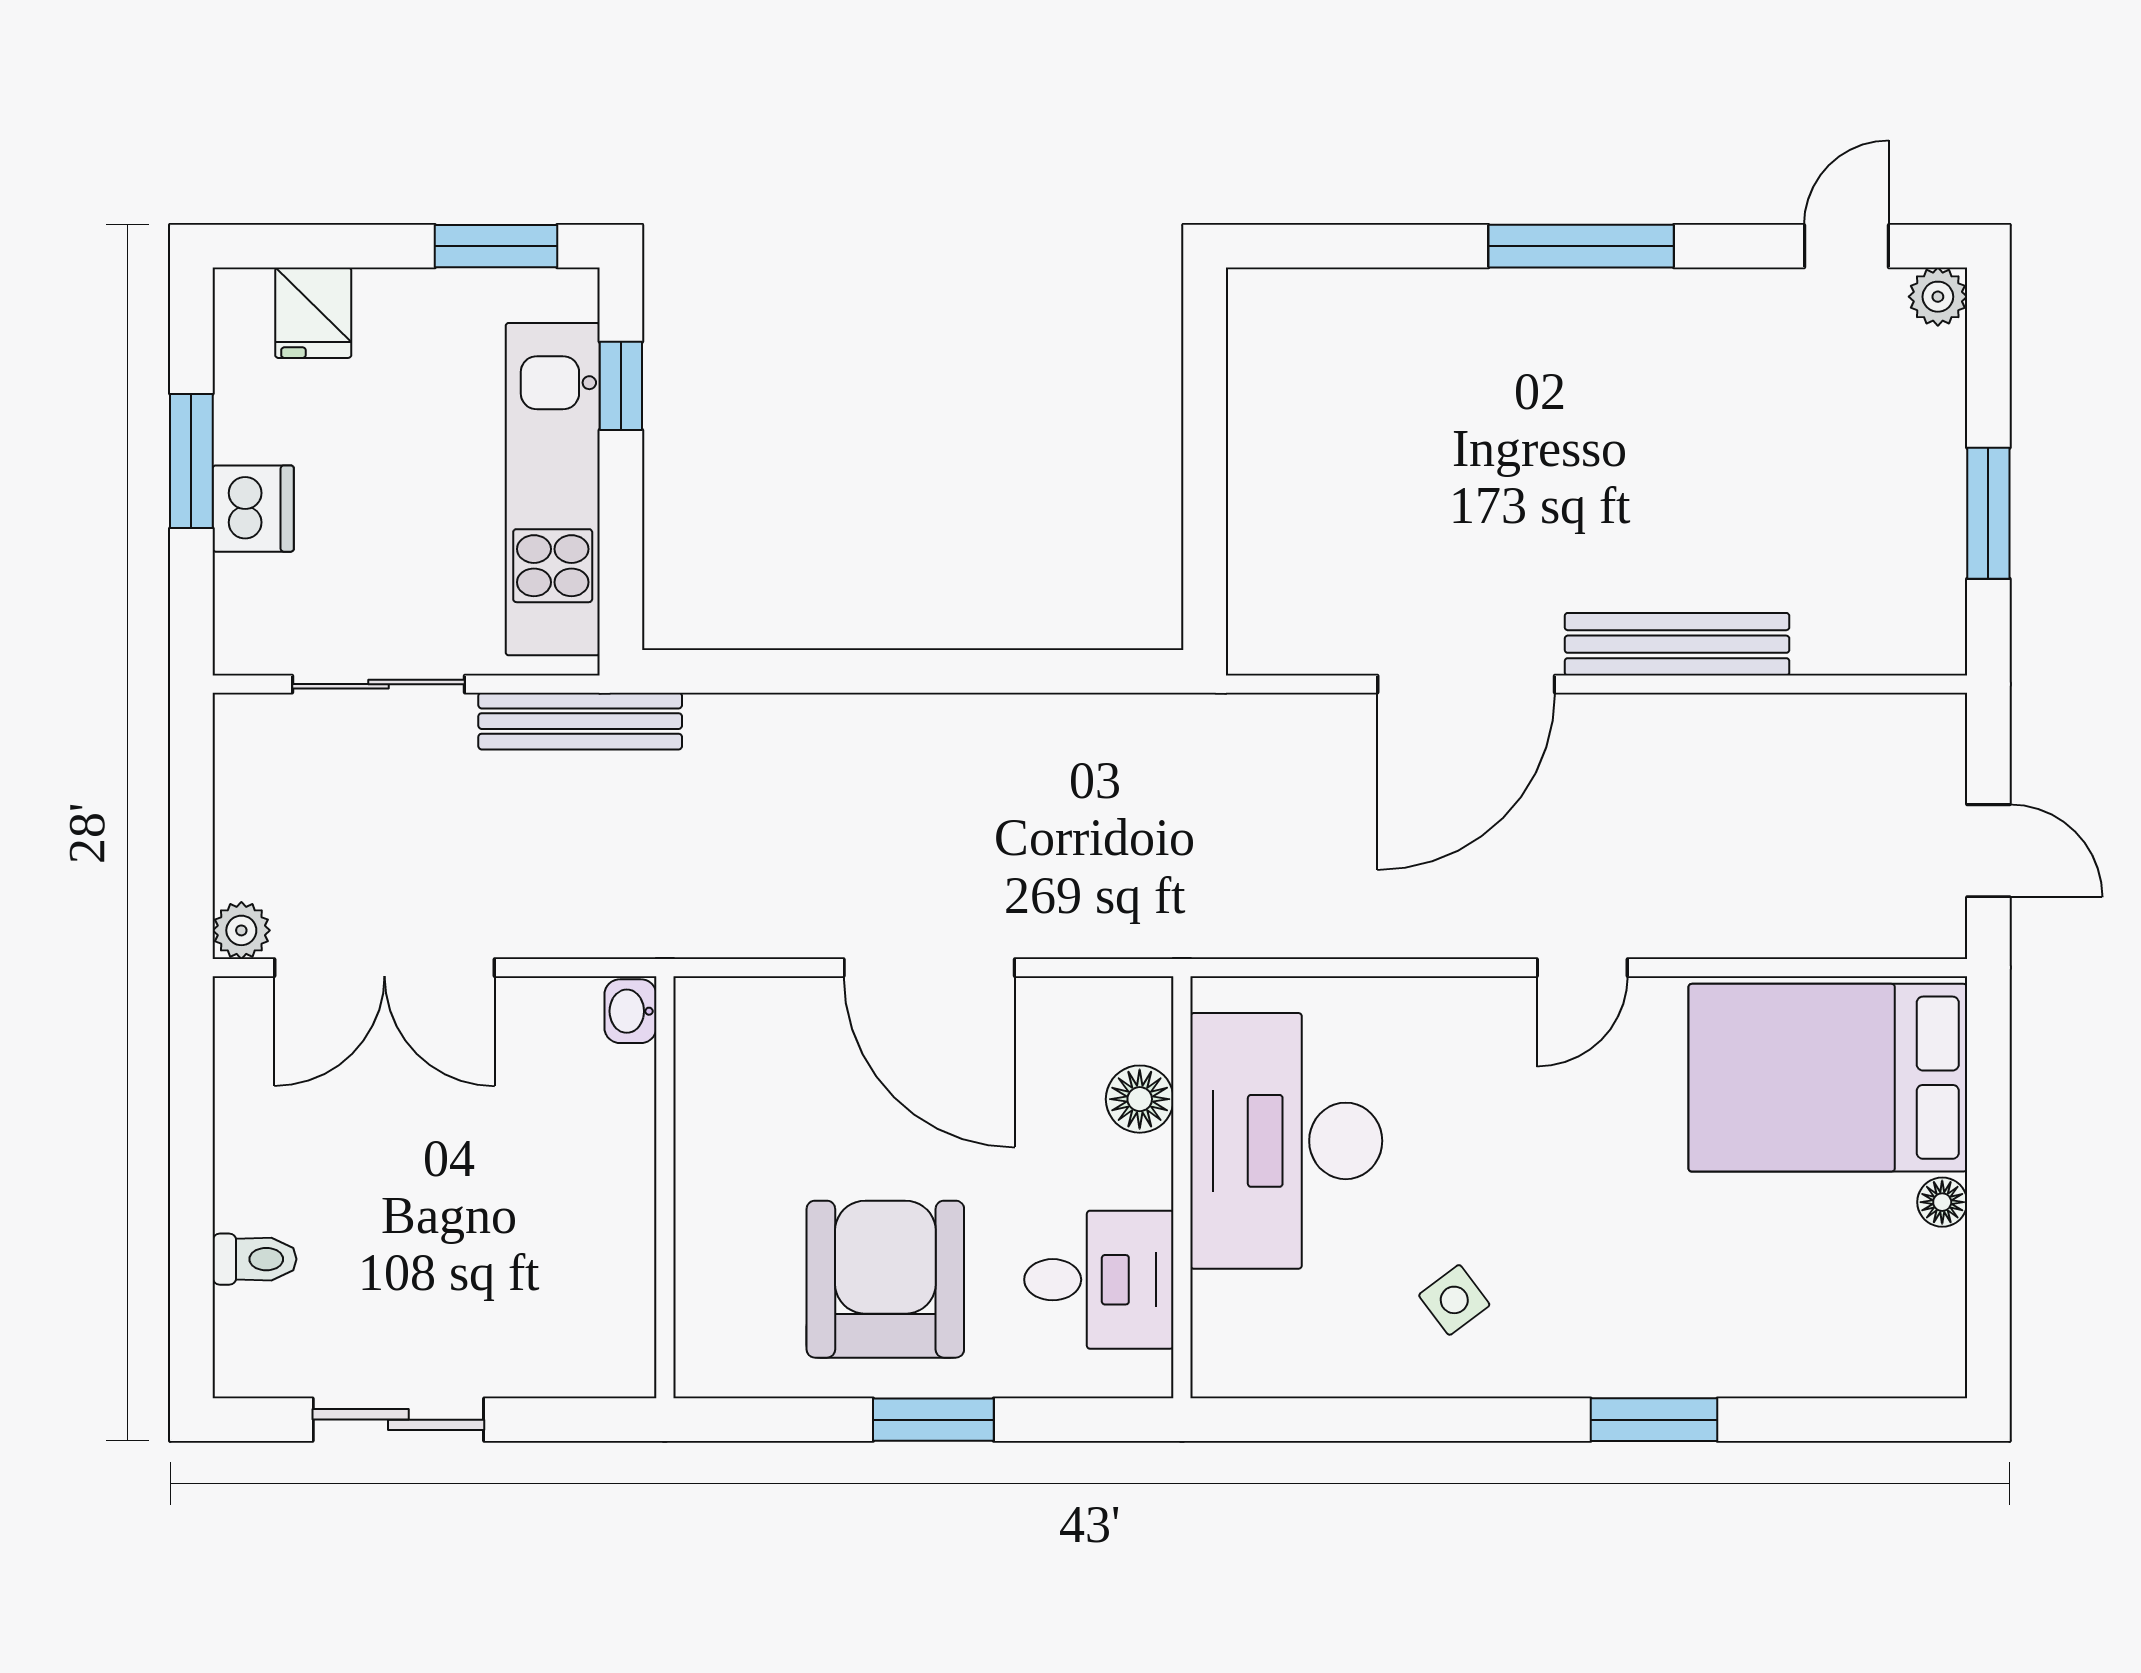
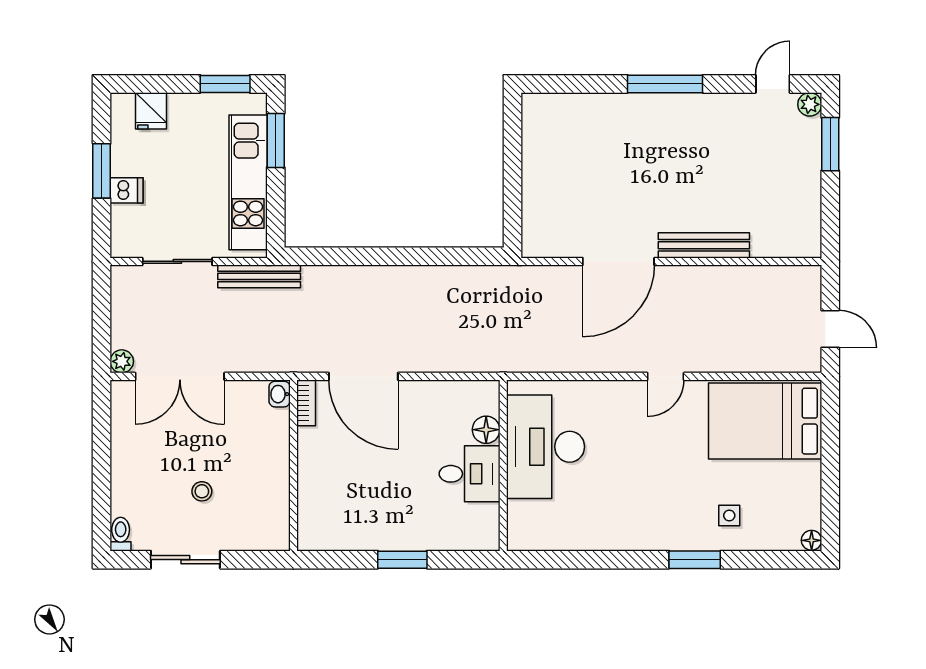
window: (621, 386) -> (276, 141), width x1.50
dishwasher: (253, 509) -> (127, 190), width x0.73
window: (1988, 513) -> (830, 144), moved
door: (929, 968) -> (363, 376), moved
bookcase: (696, 1033) -> (306, 403), added
floor lamp: (1942, 1202) -> (812, 540), moved
stool: (439, 1251) -> (202, 491), added
toilet: (255, 1259) -> (121, 534), moved, turned -90
armchair: (885, 1279) -> (383, 503), removed
desk: (1099, 1280) -> (470, 474), moved
side table: (1454, 1300) -> (729, 515), moved, turned 37

